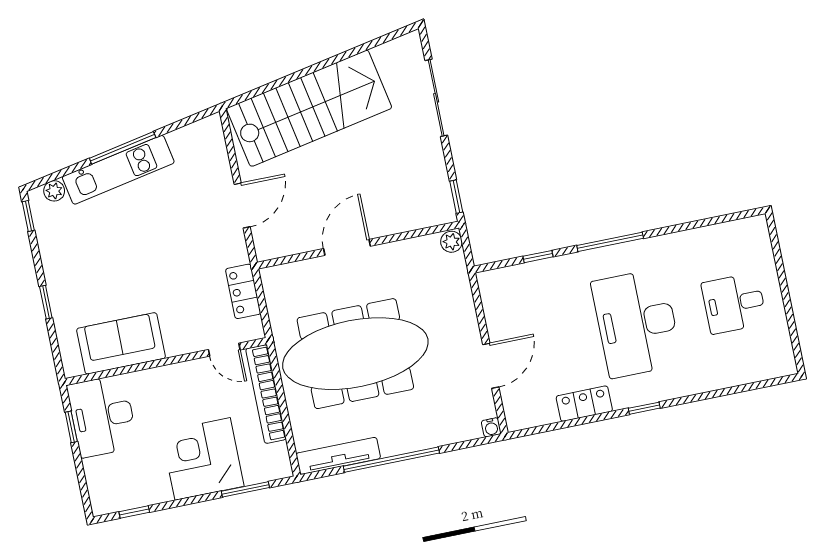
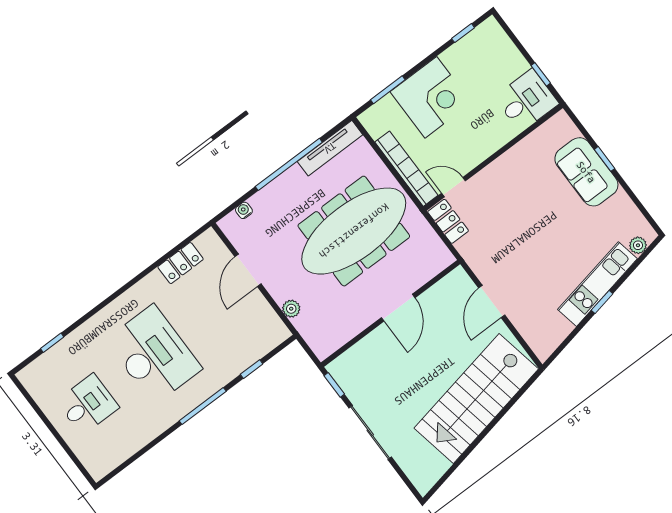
sliding door: (436, 98) -> (370, 432), moved
window: (123, 148) -> (602, 302), width x0.46
window: (28, 216) -> (648, 217), removed
plant: (451, 242) -> (291, 309), moved
locker: (243, 291) -> (448, 221), moved
sofa: (121, 343) -> (586, 172), moved, turned 90
locker: (584, 404) -> (181, 263), moved
window: (644, 408) -> (52, 343), moved
desk: (102, 416) -> (526, 100), width x0.73
water cooler: (491, 427) -> (244, 210), moved

